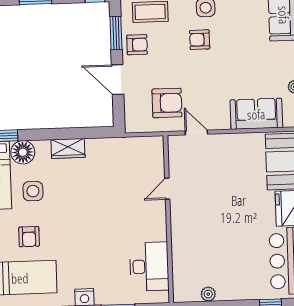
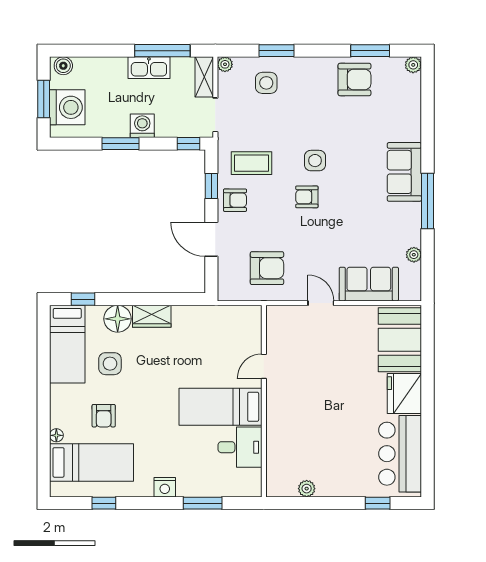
window: (116, 33) -> (211, 186), width x0.67
door: (196, 133) -> (321, 303), moved
floor lamp: (23, 152) -> (118, 319), moved
bed: (131, 225) -> (221, 407), added
desk: (149, 267) -> (240, 447), width x0.73

